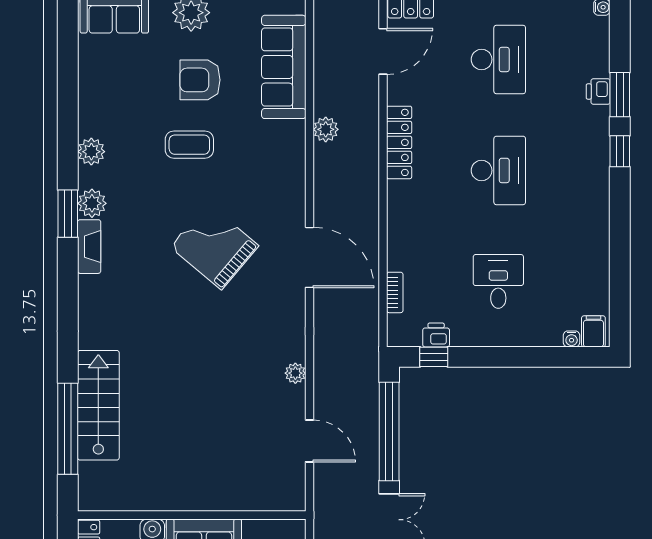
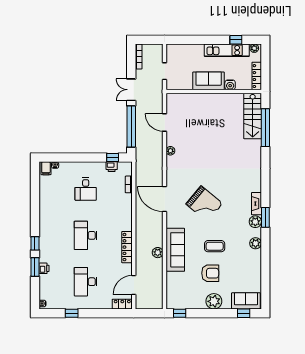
sofa: (284, 67) -> (175, 250), moved
stairs: (98, 405) -> (253, 116), moved

